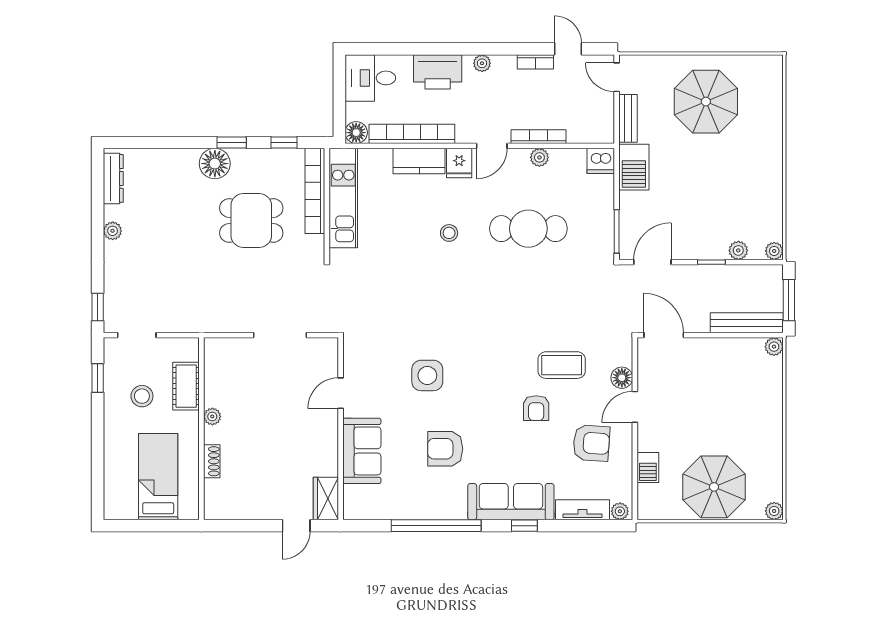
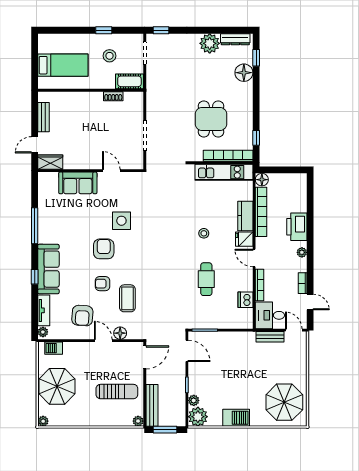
door: (568, 49) -> (310, 302), hinge flipped
door: (617, 77) -> (294, 330), hinge flipped
desk: (370, 78) -> (270, 315), moved, turned -90
parasol: (706, 102) -> (284, 402), moved
window: (232, 142) -> (256, 58), moved
plant: (539, 157) -> (247, 286), removed
dishwasher: (601, 161) -> (245, 300), moved
floor lamp: (215, 164) -> (244, 73), moved
barbecue: (634, 167) -> (236, 418), moved, turned 180
cafe table: (528, 229) -> (206, 279), width x0.73, depth x0.74
plant: (113, 231) -> (210, 43), width x1.88, depth x1.88
plant: (774, 251) -> (198, 417), width x1.87, depth x1.87
window: (98, 378) -> (104, 30), moved
sun lounger: (723, 383) -> (117, 392), added
cot: (186, 386) -> (129, 81), moved
plant: (212, 416) -> (98, 96), removed
armchair: (445, 449) -> (104, 249), moved
shoe rack: (212, 461) -> (113, 96), moved
barbecue: (648, 467) -> (54, 348), moved
bench: (248, 510) -> (44, 117), added
door: (296, 526) -> (35, 145), hinge flipped
window: (436, 526) -> (35, 226), width x0.68

